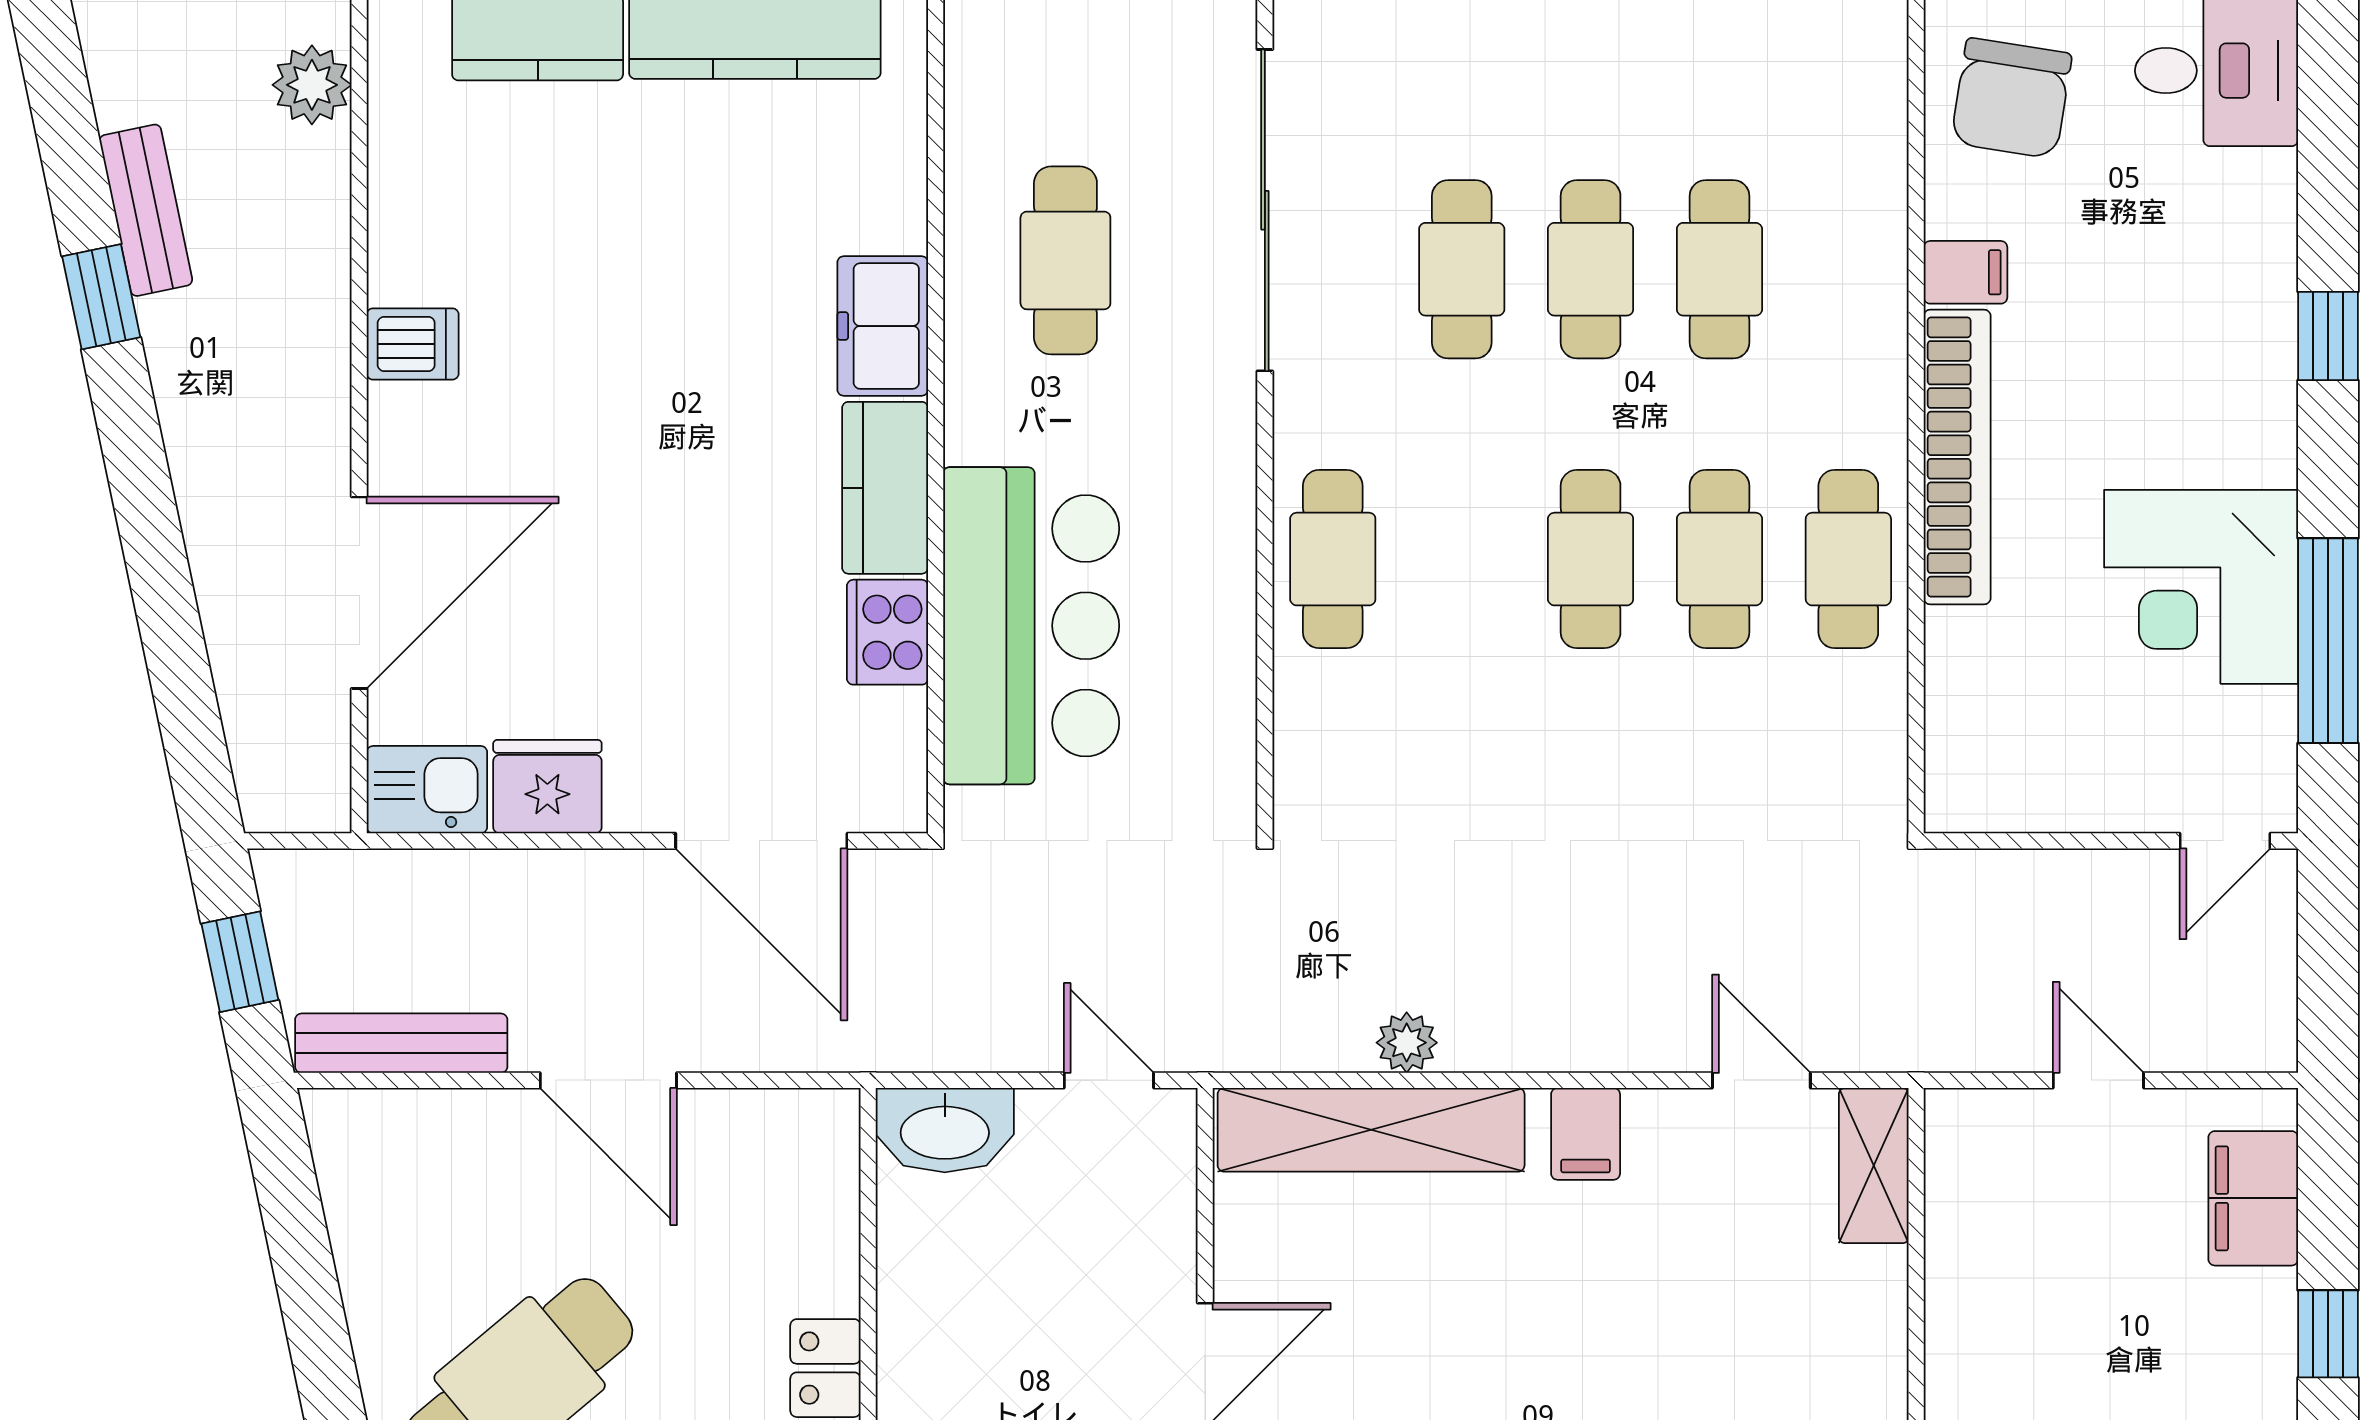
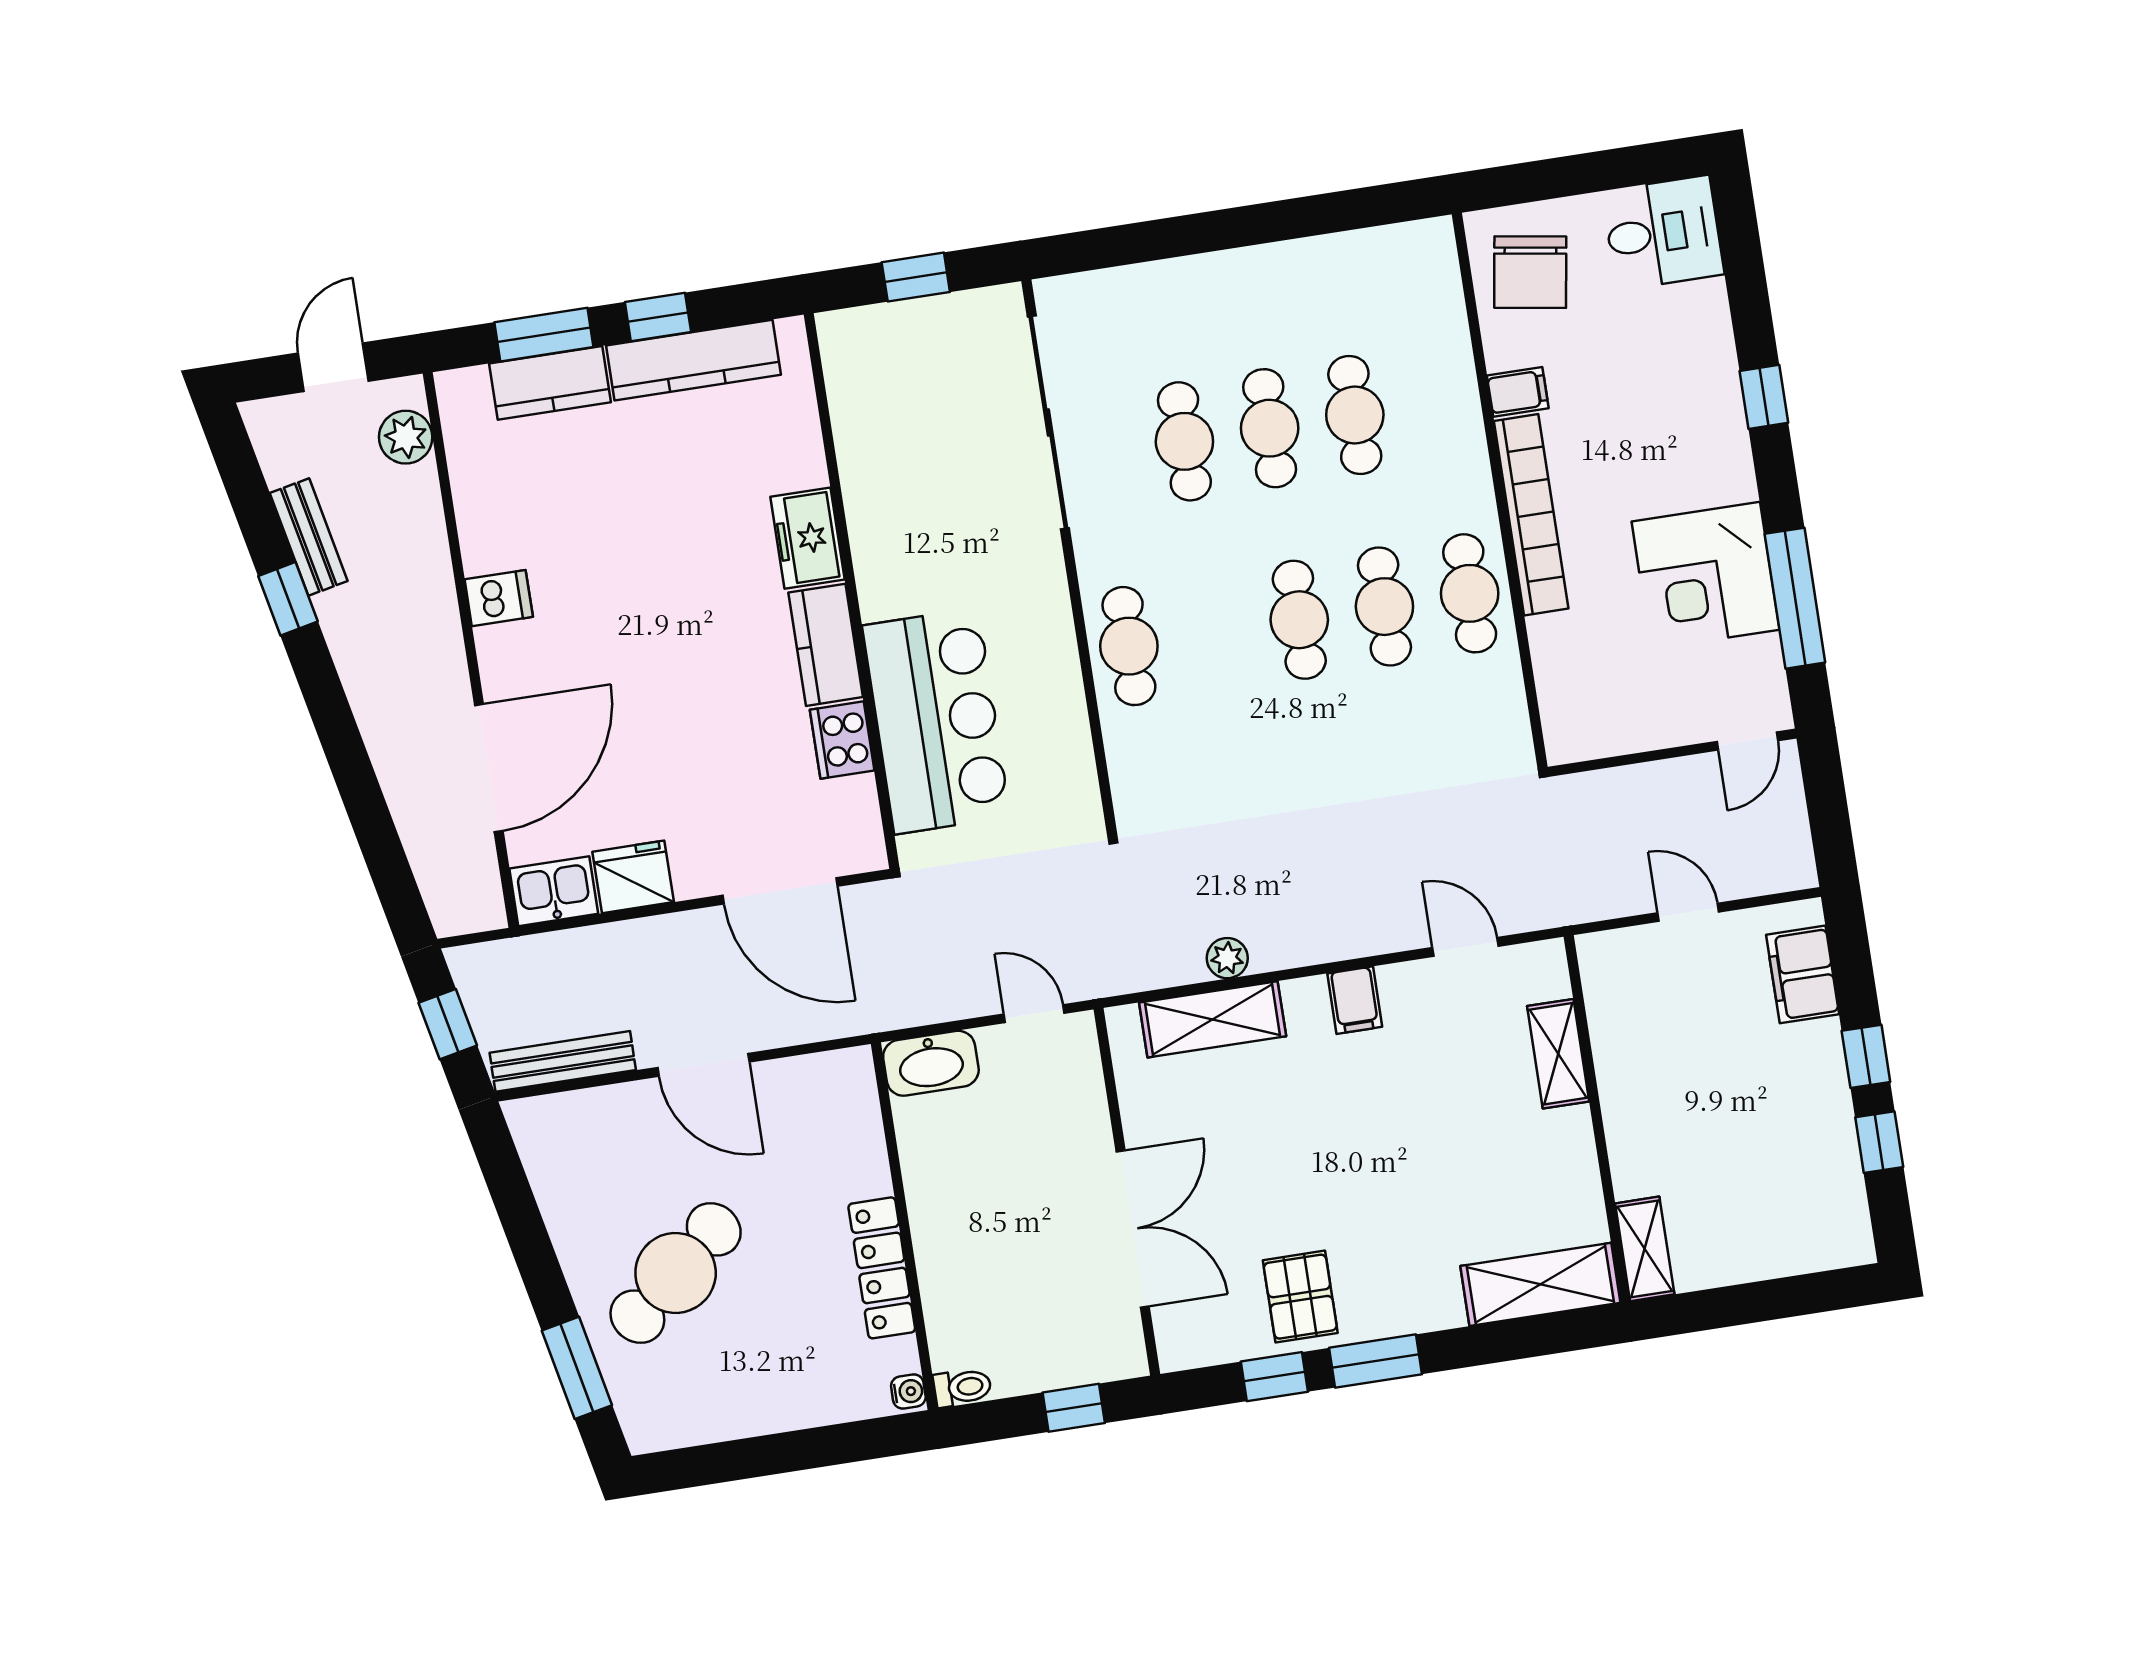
cafe table: (1065, 260) -> (922, 476), removed
shelving: (1371, 1130) -> (1213, 1019), width x0.68
shelving: (1874, 1166) -> (1558, 1054), moved

